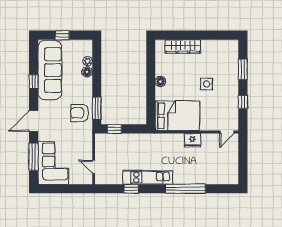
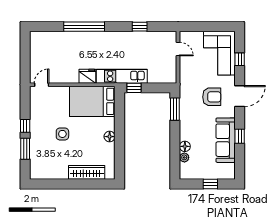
sofa: (50, 70) -> (226, 140), width x0.74, depth x0.79
window: (243, 102) -> (25, 126), moved
armchair: (80, 113) -> (212, 97), moved
window: (114, 129) -> (134, 88), moved
fridge: (193, 140) -> (87, 76), moved
window: (34, 157) -> (240, 59), width x0.46
kitchen unit: (148, 177) -> (122, 76), moved, turned 180

